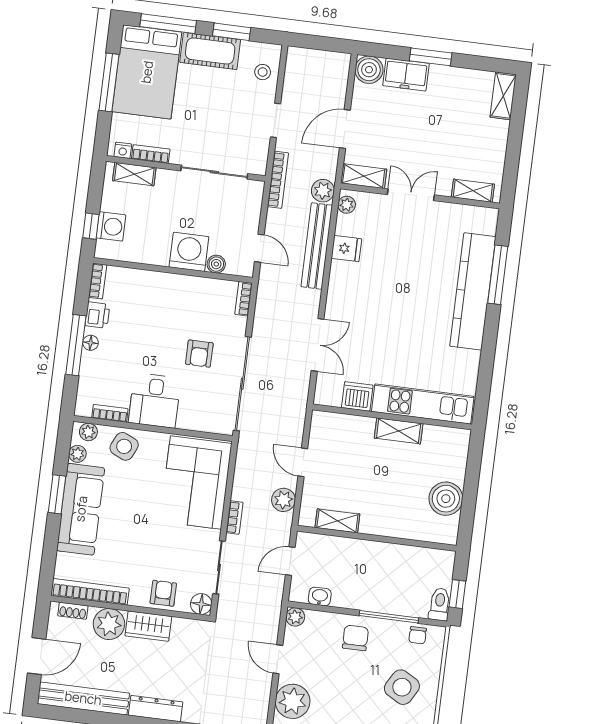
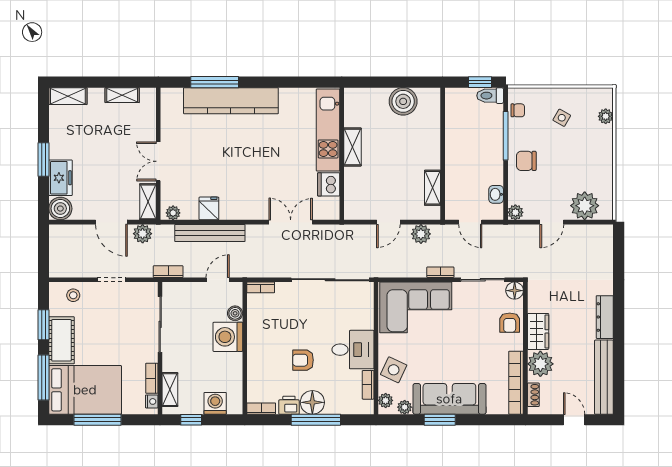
bookcase: (278, 180) -> (168, 272), width x0.64
plant: (323, 191) -> (143, 234), moved
shelving: (473, 191) -> (122, 95), moved, turned 90
window: (91, 226) -> (191, 420), moved
floor lamp: (91, 343) -> (312, 402), width x1.89, depth x1.89
armchair: (199, 354) -> (303, 360), moved, turned 180
armchair: (163, 593) -> (510, 323), turned -90
door: (37, 656) -> (574, 420), width x0.73
side table: (402, 687) -> (562, 118), width x0.54, depth x0.54

